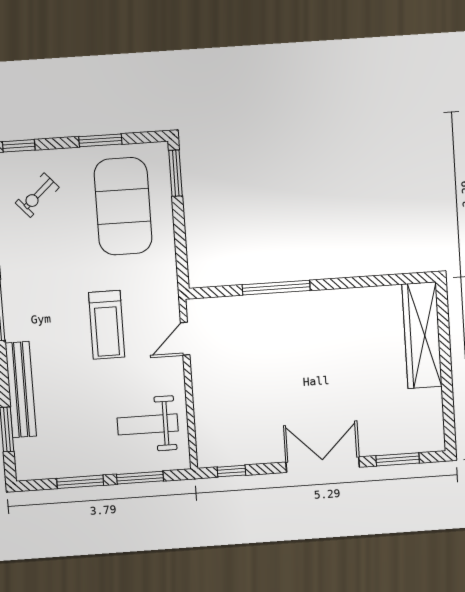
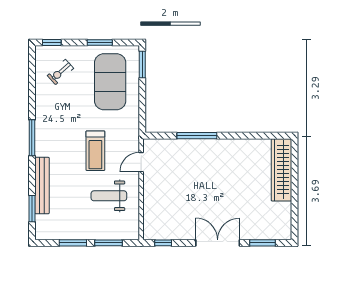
weight bench: (148, 424) -> (109, 196), moved

